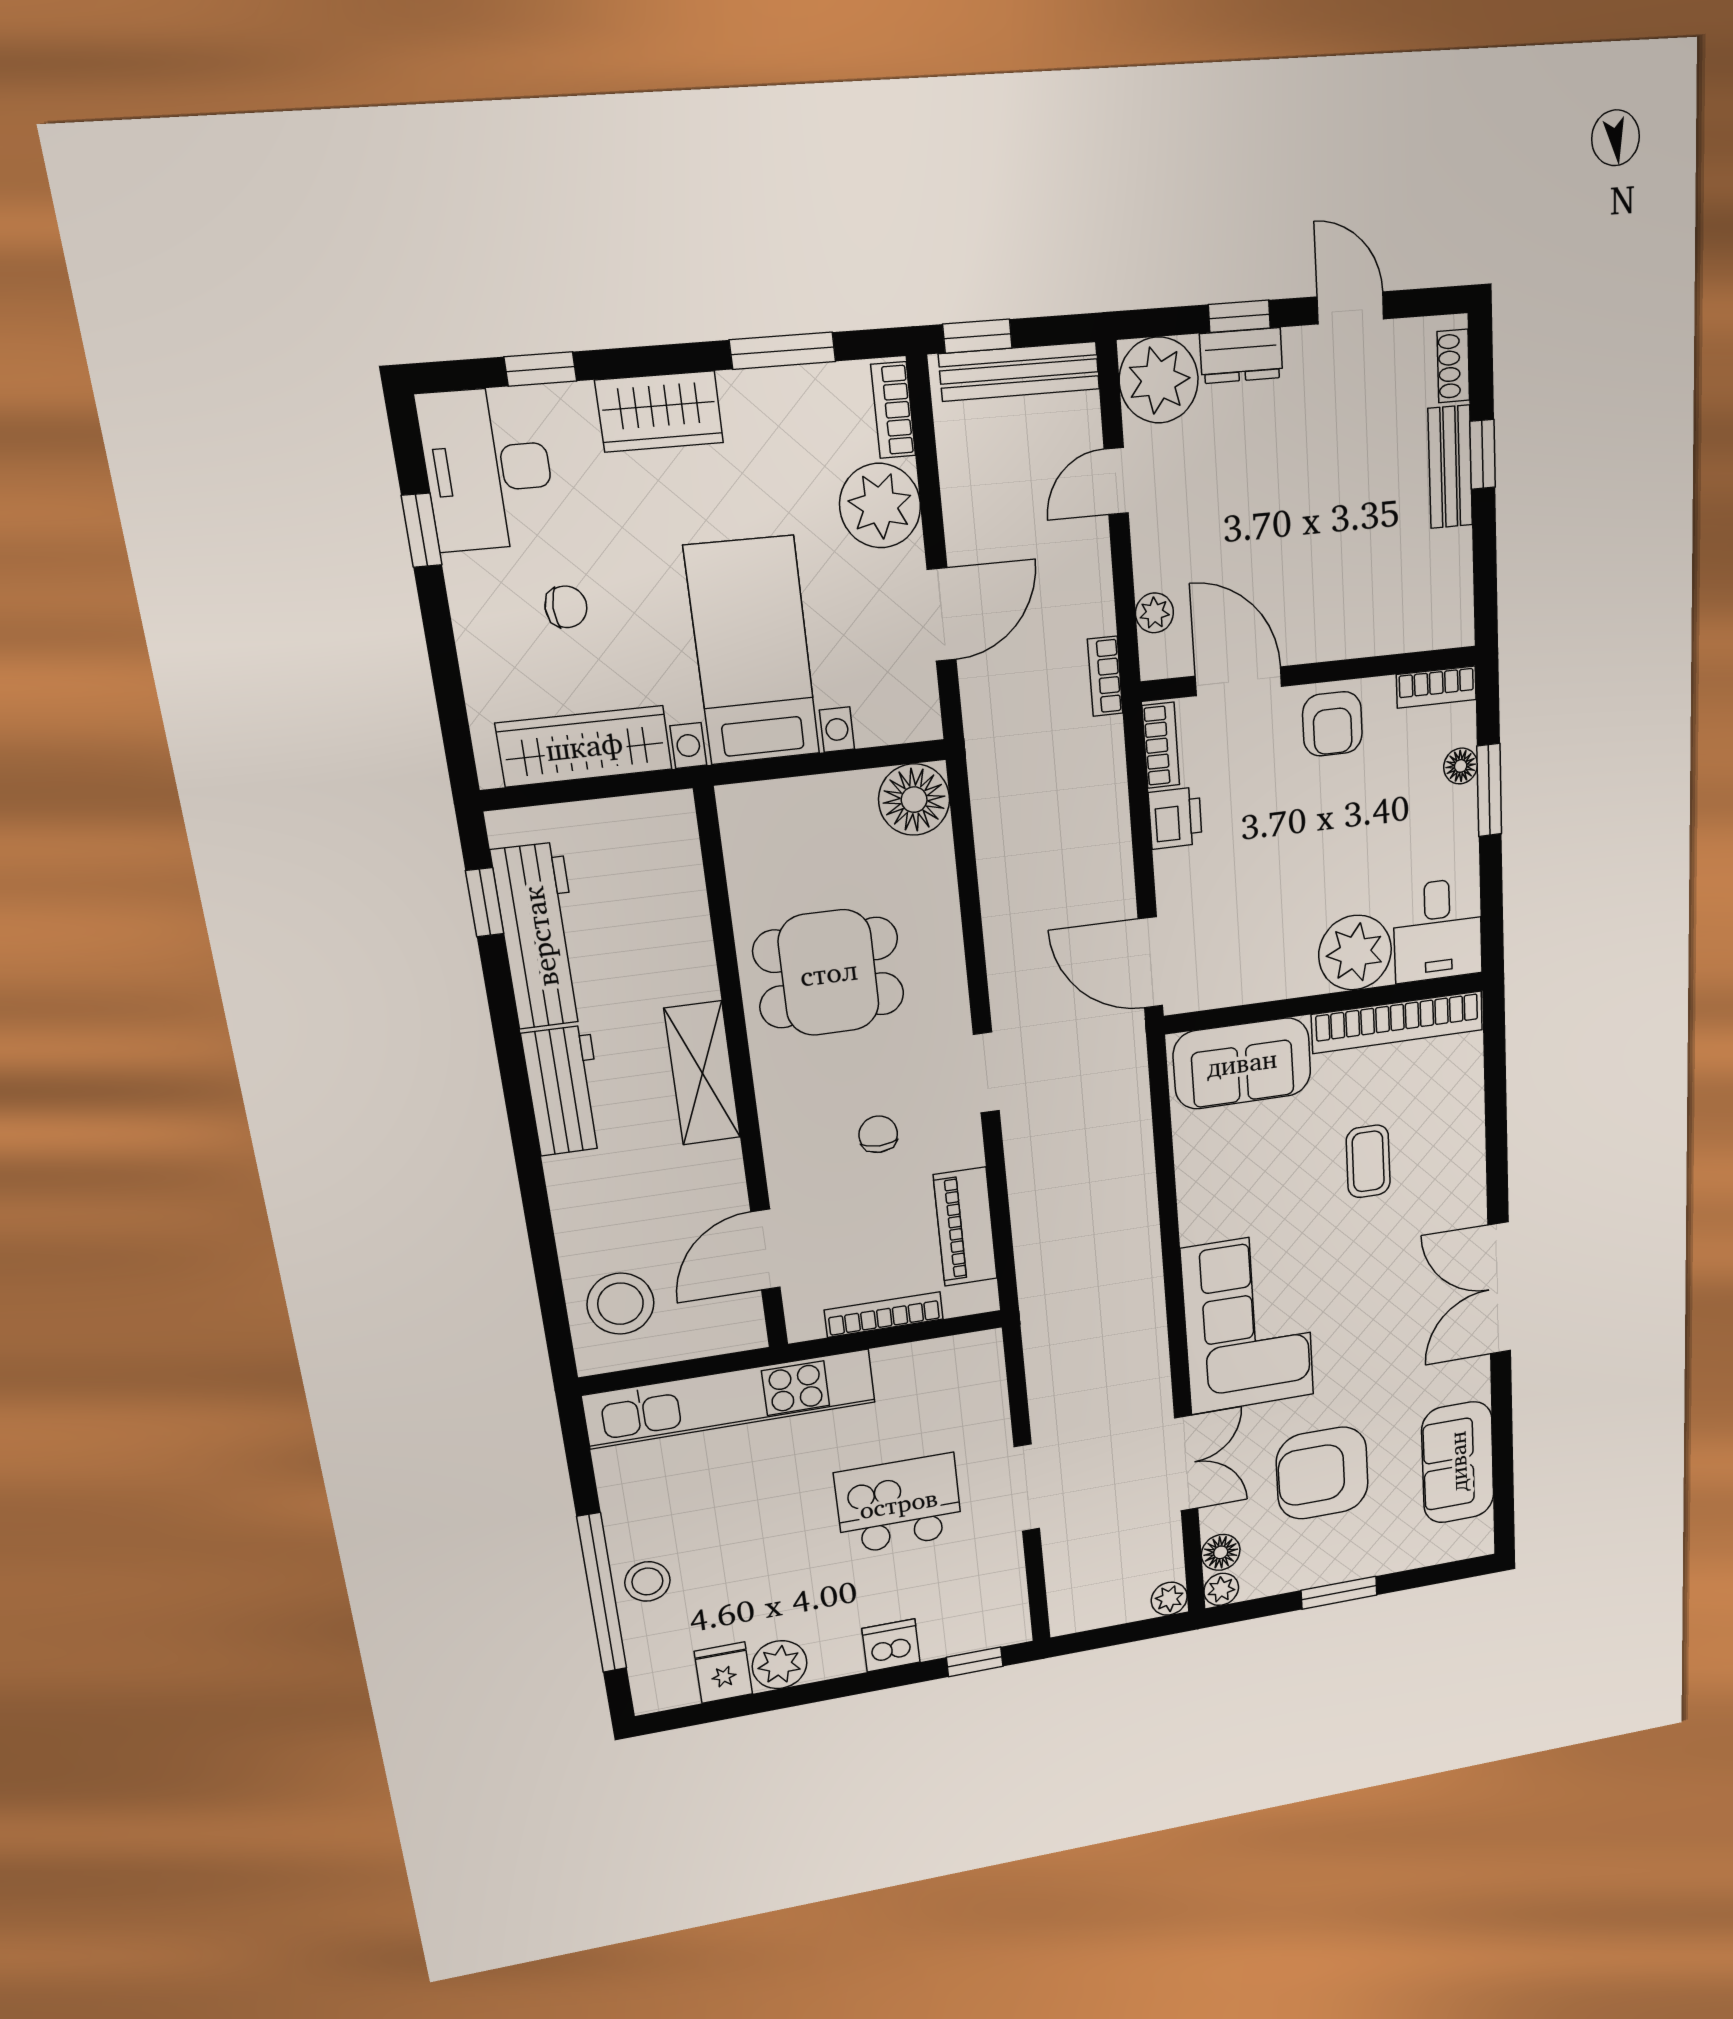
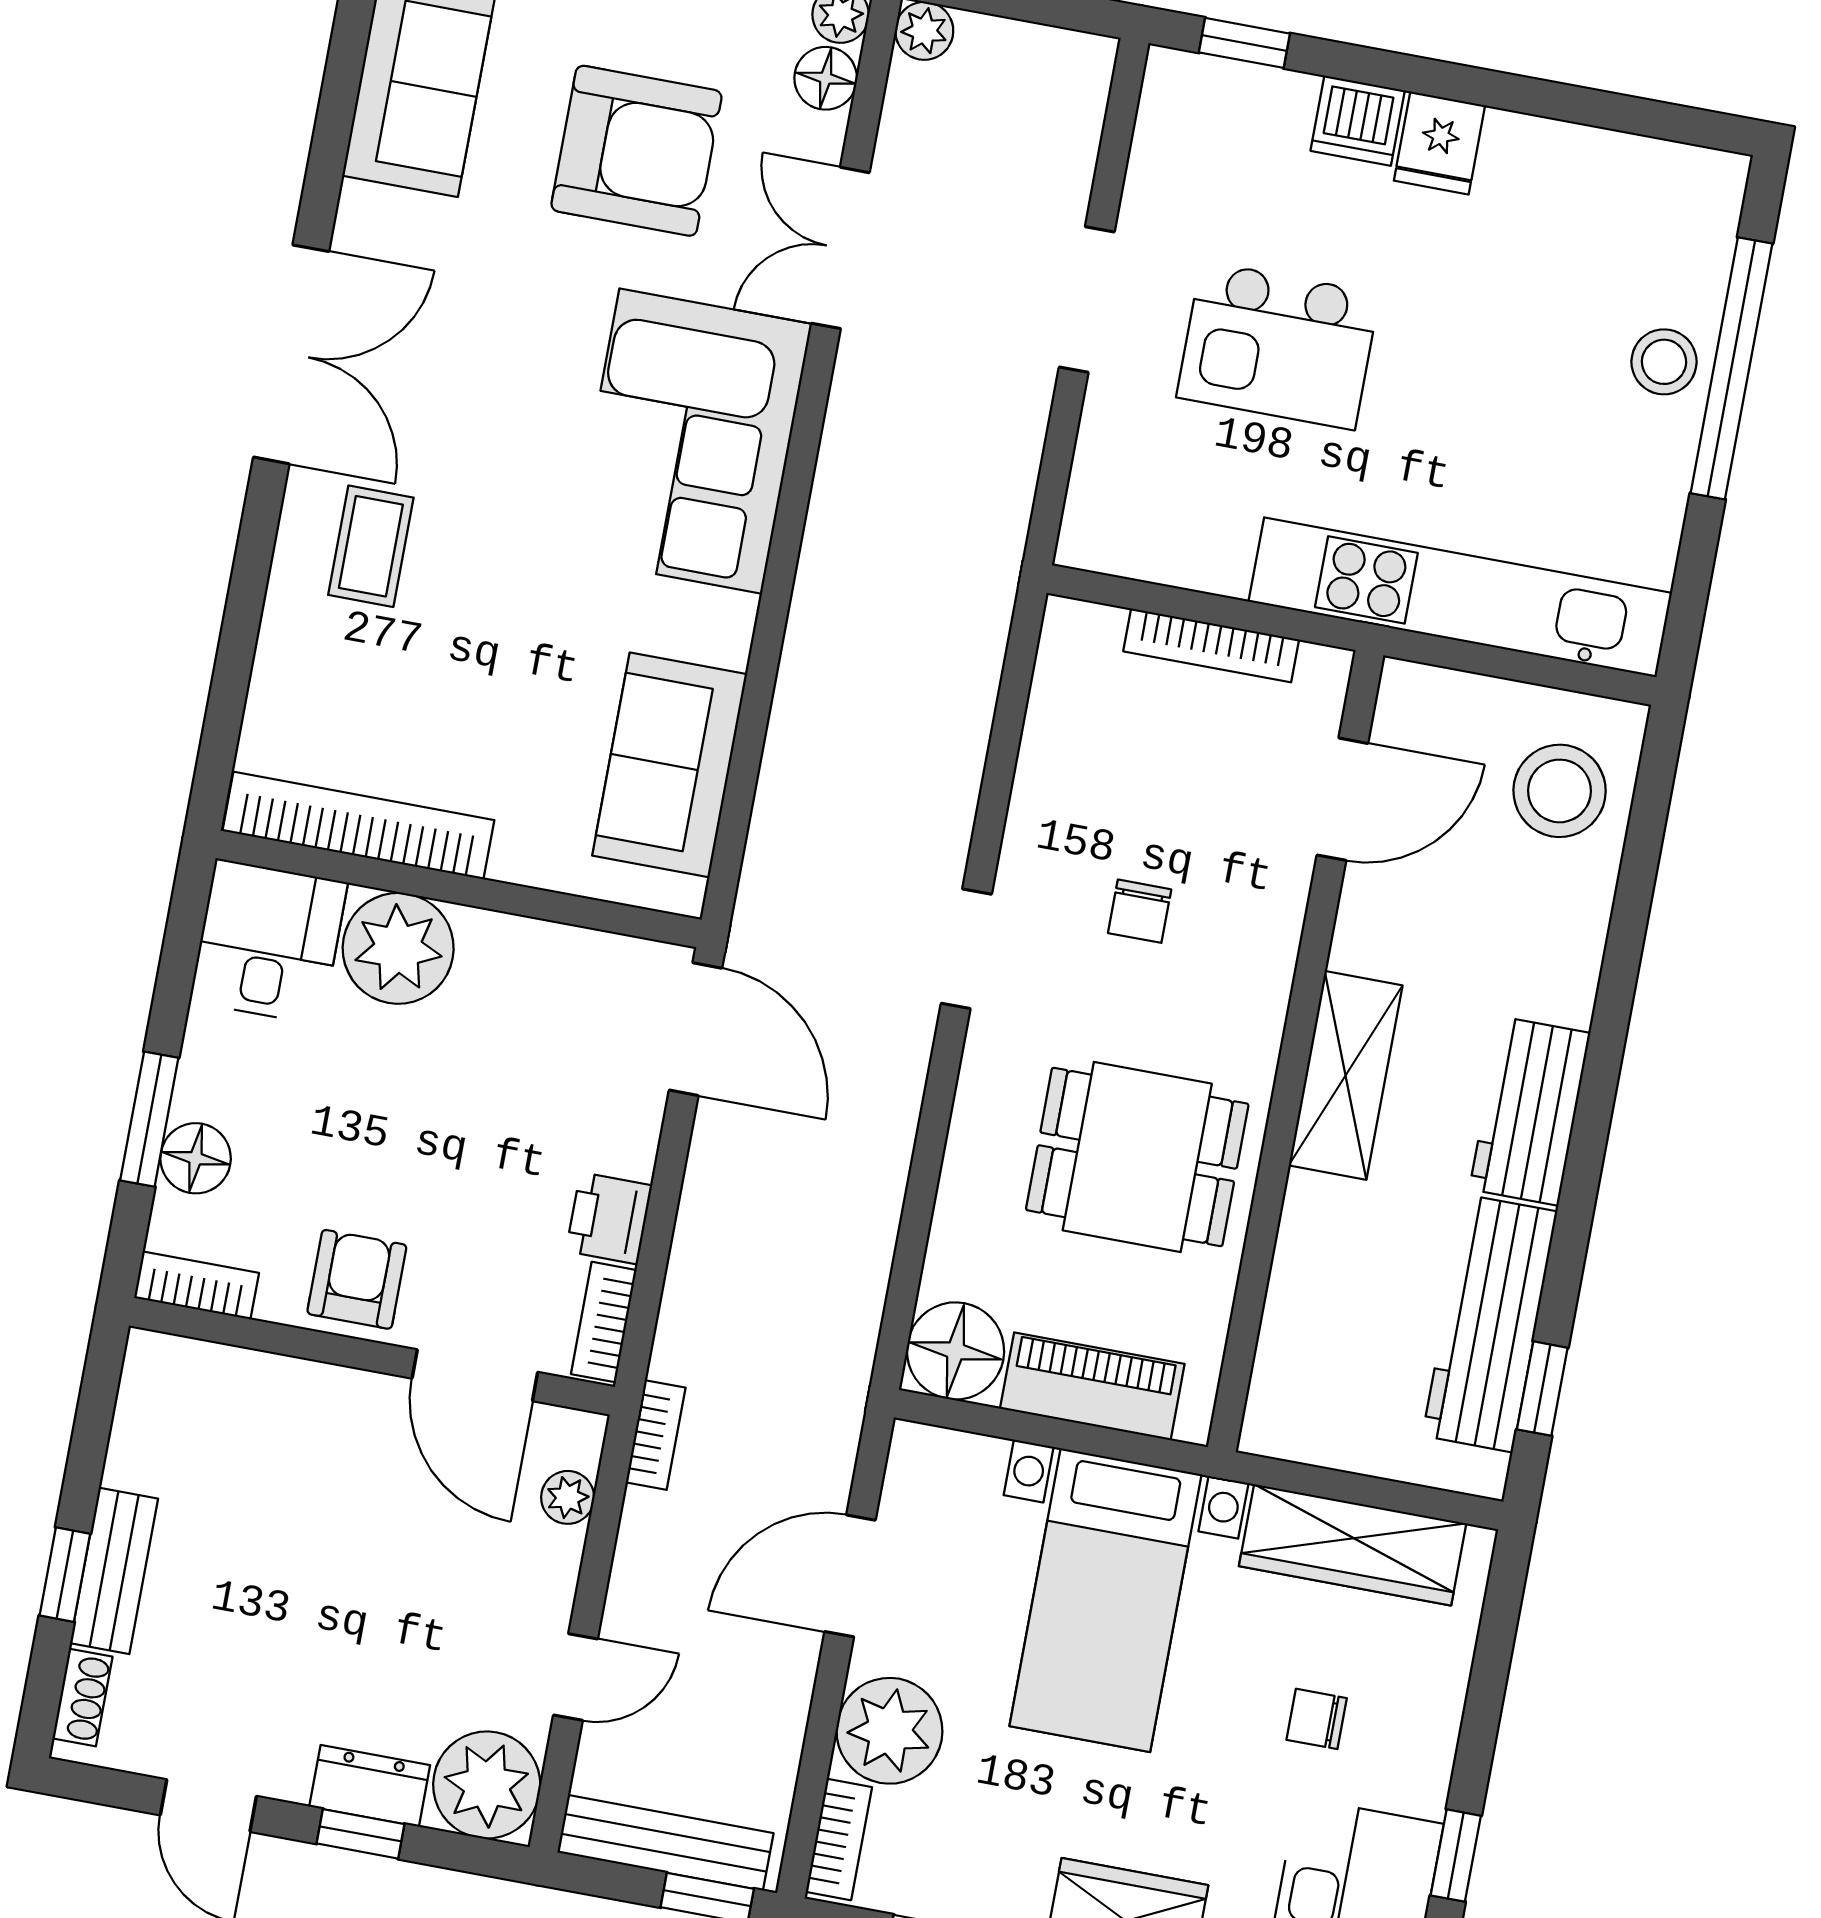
floor lamp: (1461, 766) -> (196, 1158), width x1.37, depth x1.37
sofa: (1242, 1063) -> (670, 765), moved, turned -90
coffee table: (1368, 1161) -> (371, 546), moved
piano: (965, 1227) -> (1092, 1386), moved, turned -90
plant: (780, 1665) -> (1525, 155), removed
fridge: (723, 1673) -> (1439, 143), moved

